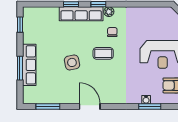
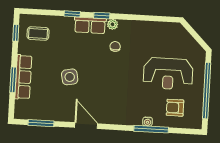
row of seats: (81, 14) -> (90, 25), width x0.68
coffee table: (103, 53) -> (38, 33), moved
window: (150, 106) -> (151, 129), width x1.44

